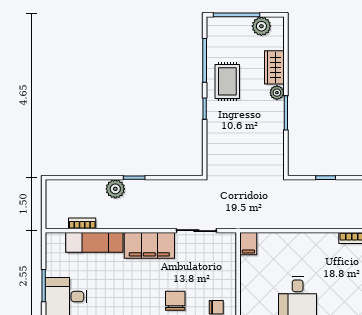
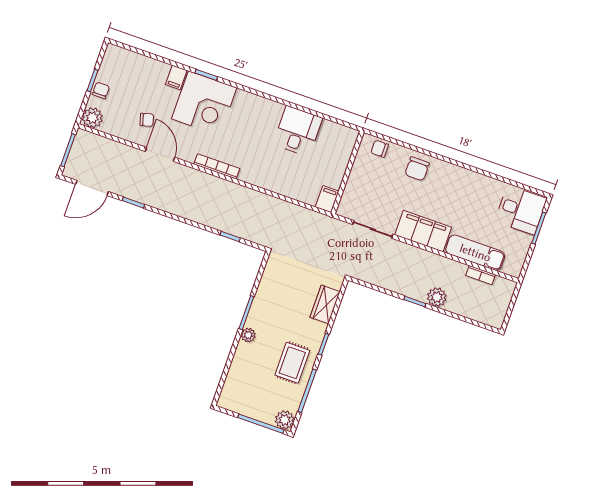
plant: (261, 26) -> (285, 420), moved
wardrobe: (274, 67) -> (325, 304), moved, turned 180

